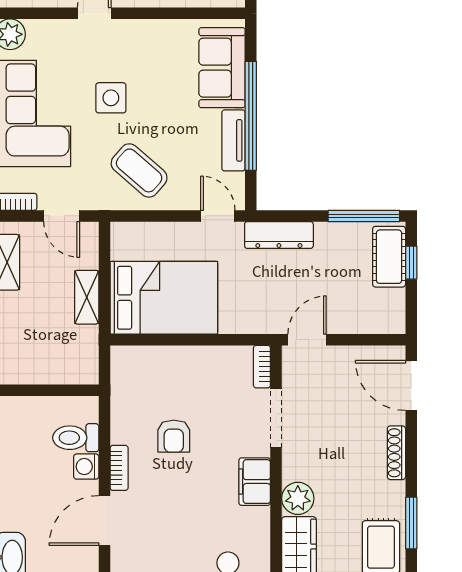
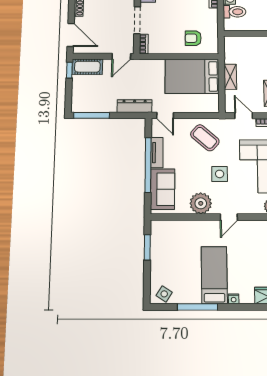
plant: (148, 40) -> (201, 203), added
cot: (389, 257) -> (87, 67), moved, turned 90
window: (411, 263) -> (69, 70), moved
armchair: (174, 436) -> (193, 38), moved, turned -90

